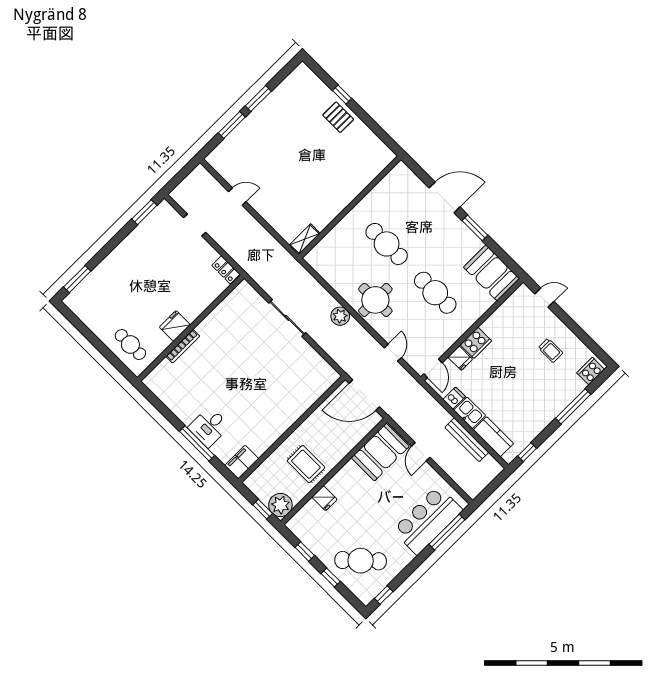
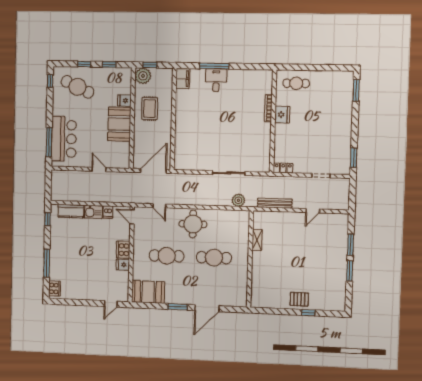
shelving: (305, 239) -> (257, 240), moved
plant: (340, 316) -> (238, 200), moved
trolley: (551, 350) -> (83, 280), removed
fridge: (460, 358) -> (123, 265), moved
bench: (467, 440) -> (275, 203), moved
booth: (380, 452) -> (119, 124), moved
rug: (306, 464) -> (150, 109), turned 90
cafe table: (361, 561) -> (77, 87), turned 68

